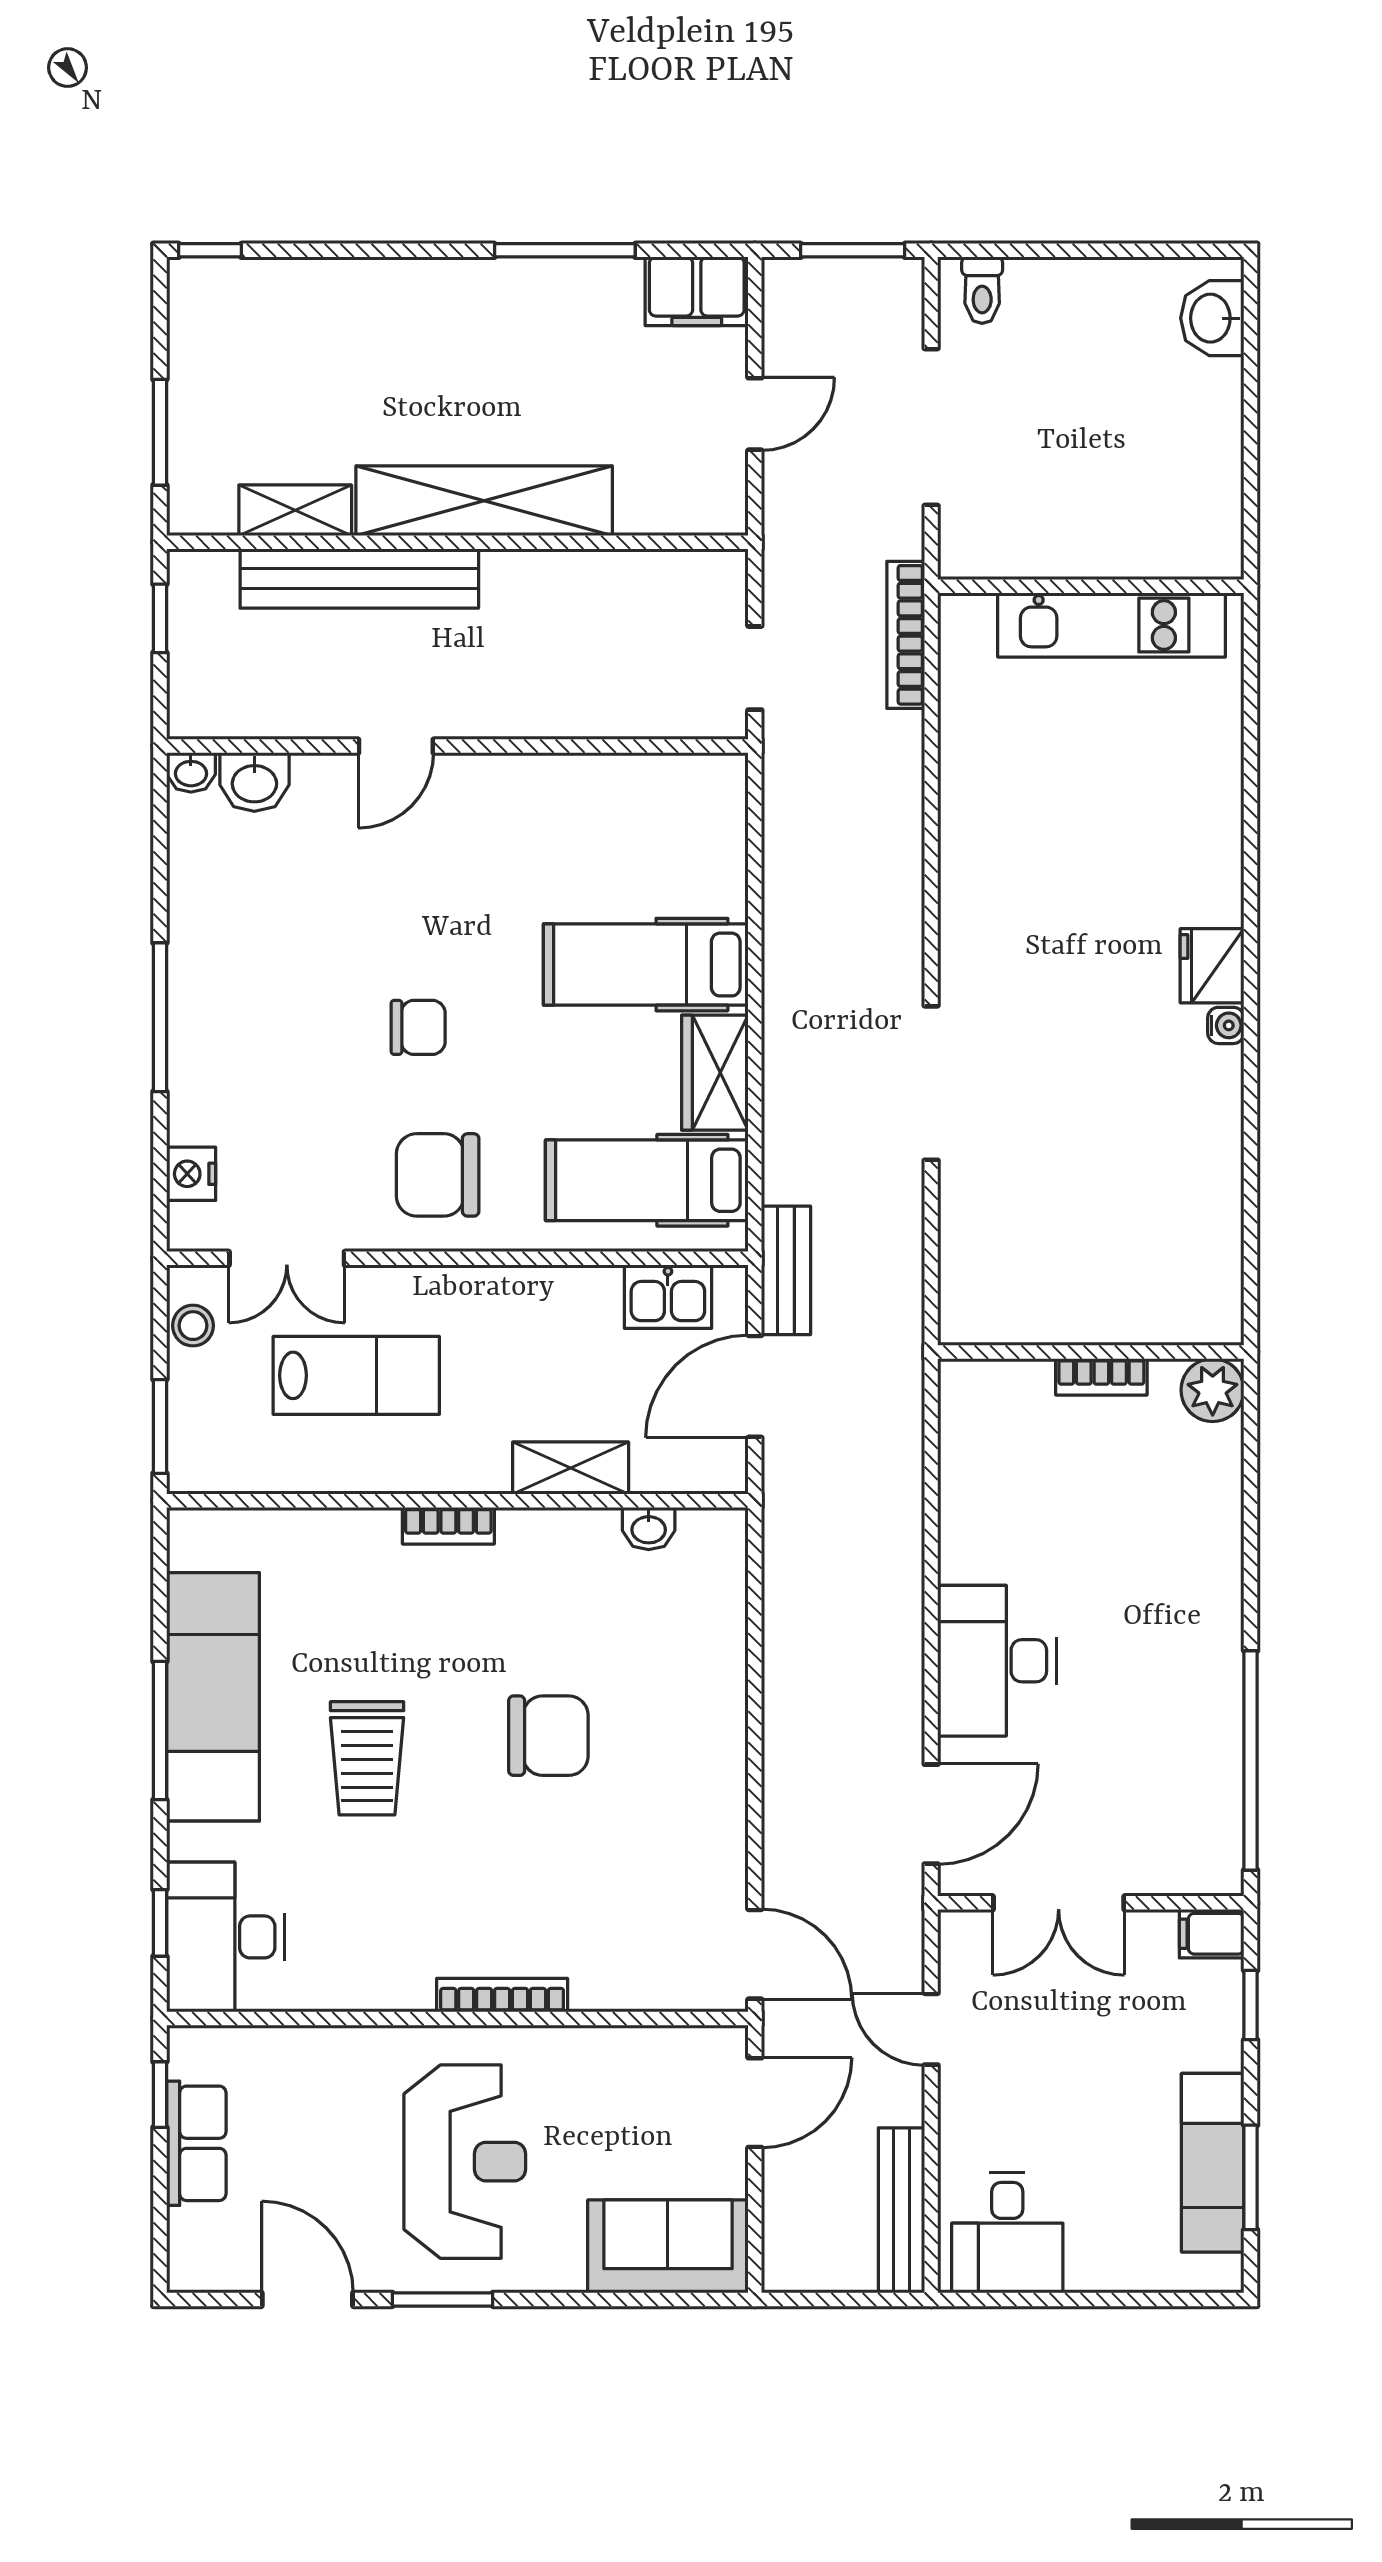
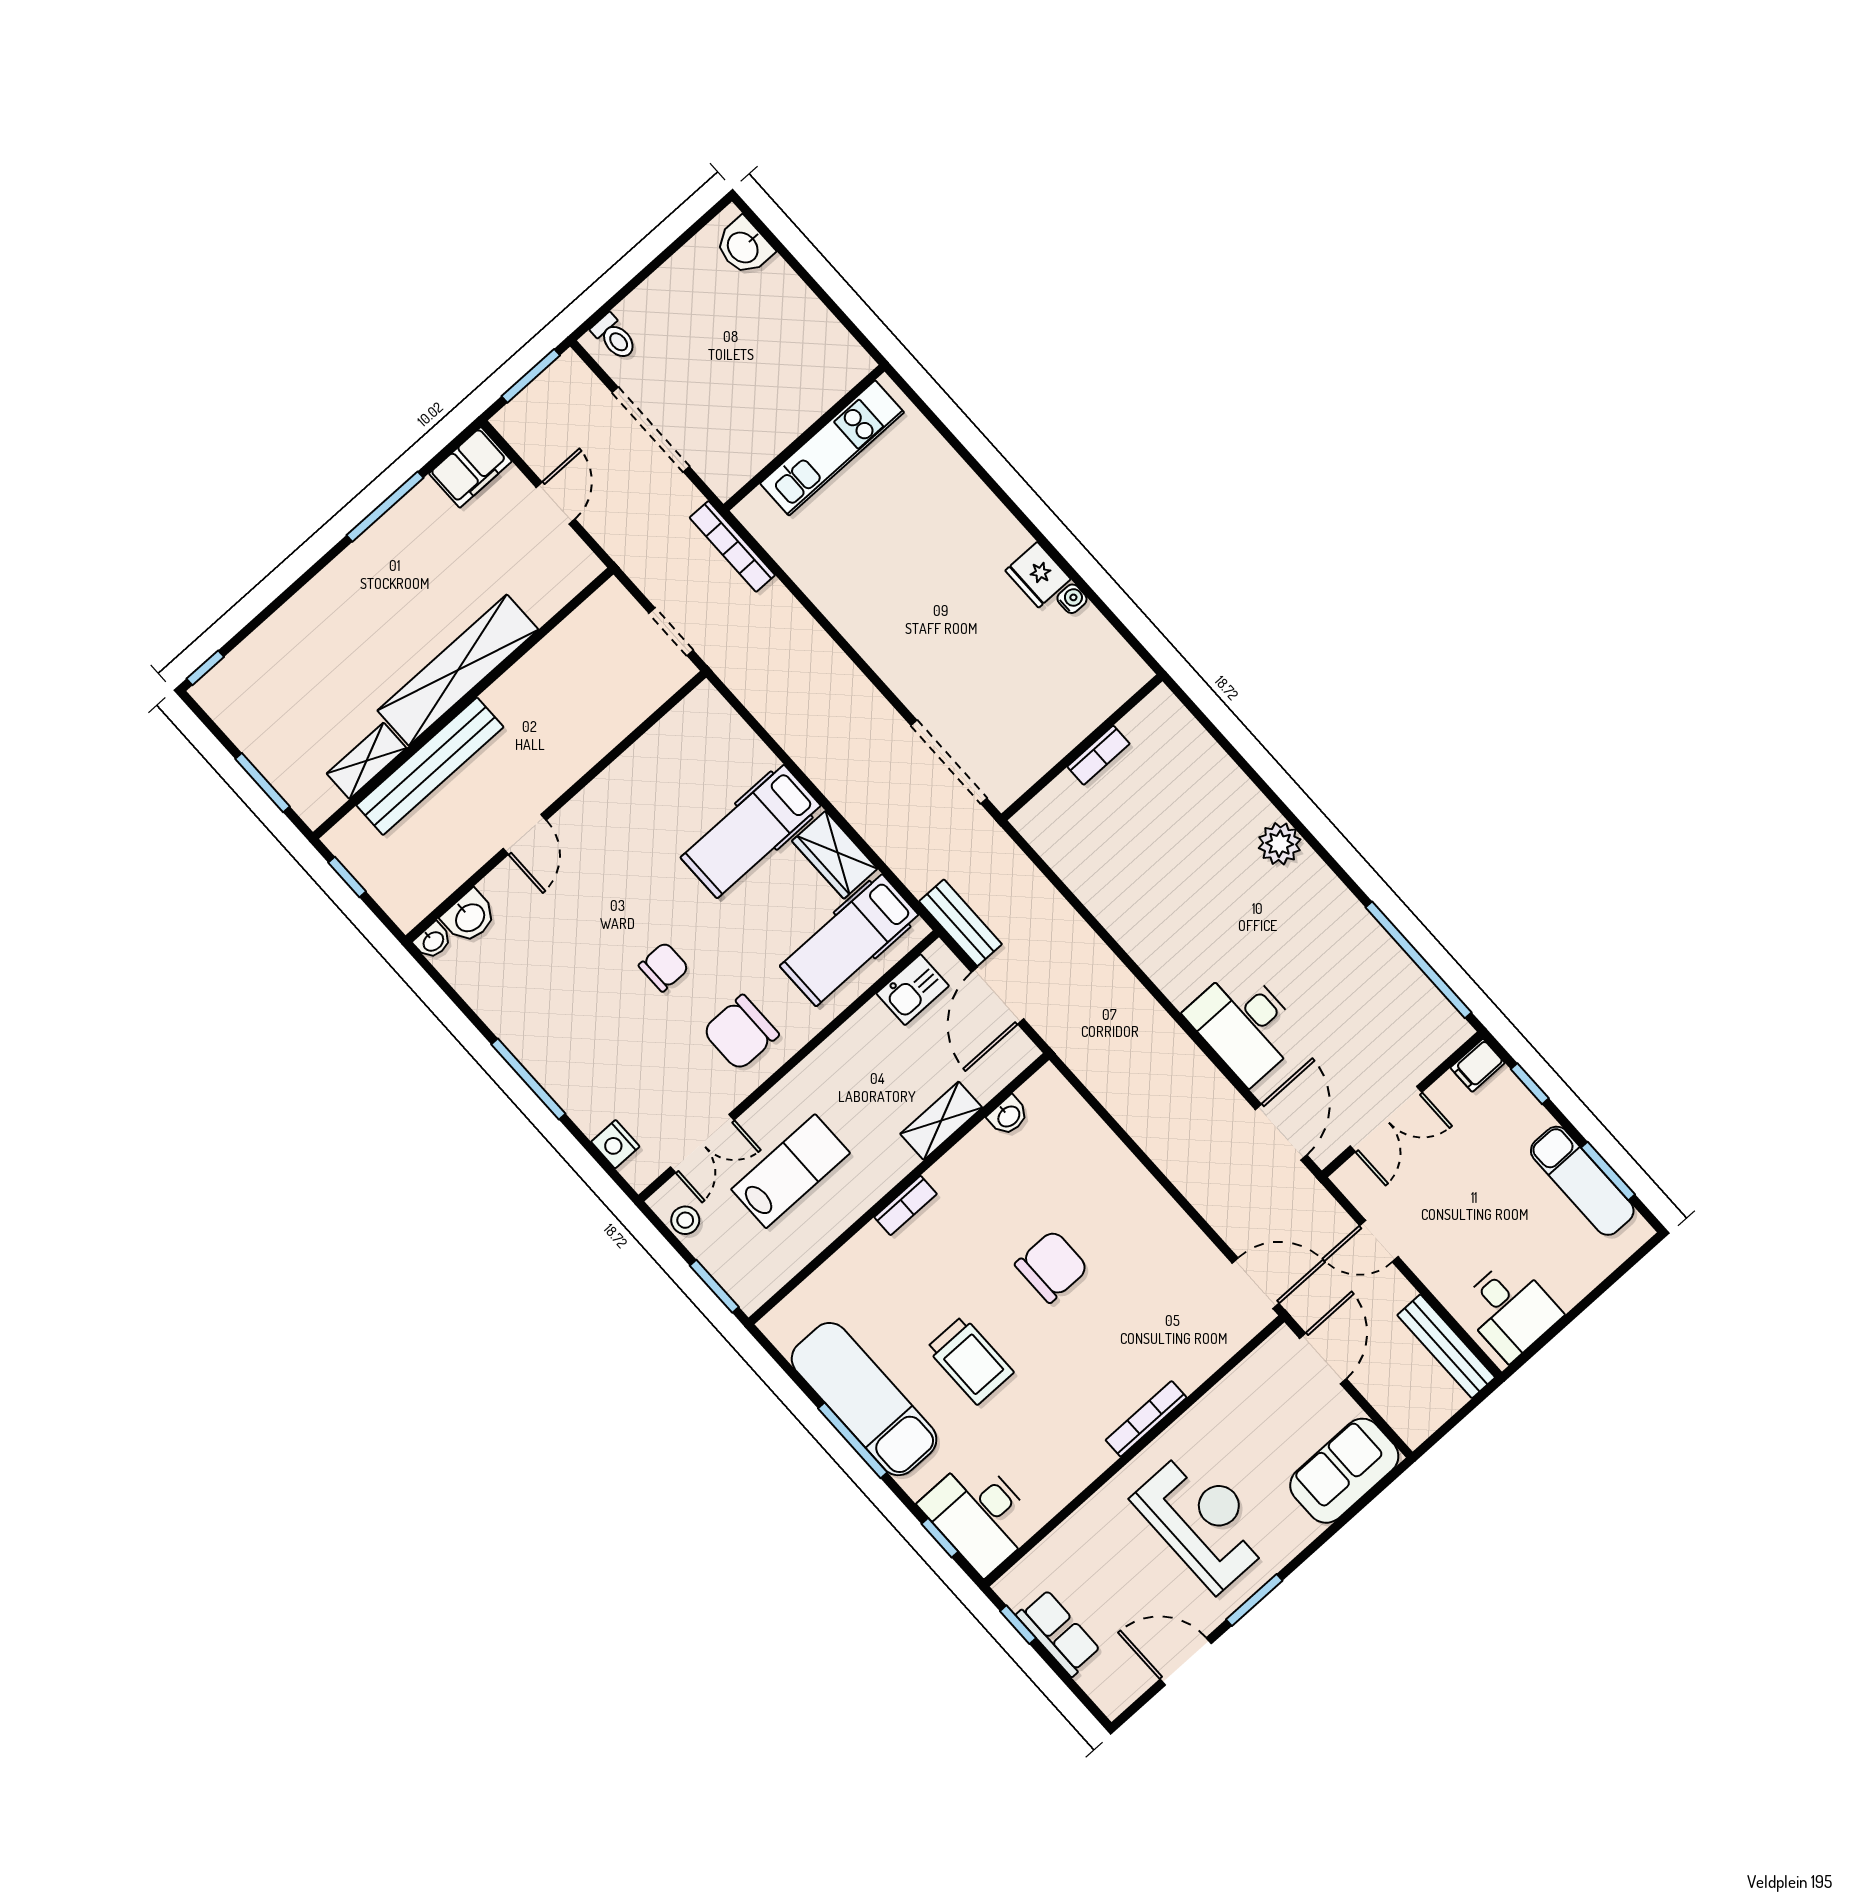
wall: (1091, 1352) -> (1082, 747), moved
bookcase: (1101, 1377) -> (1099, 755), moved
plant: (1213, 1390) -> (1280, 844), moved

